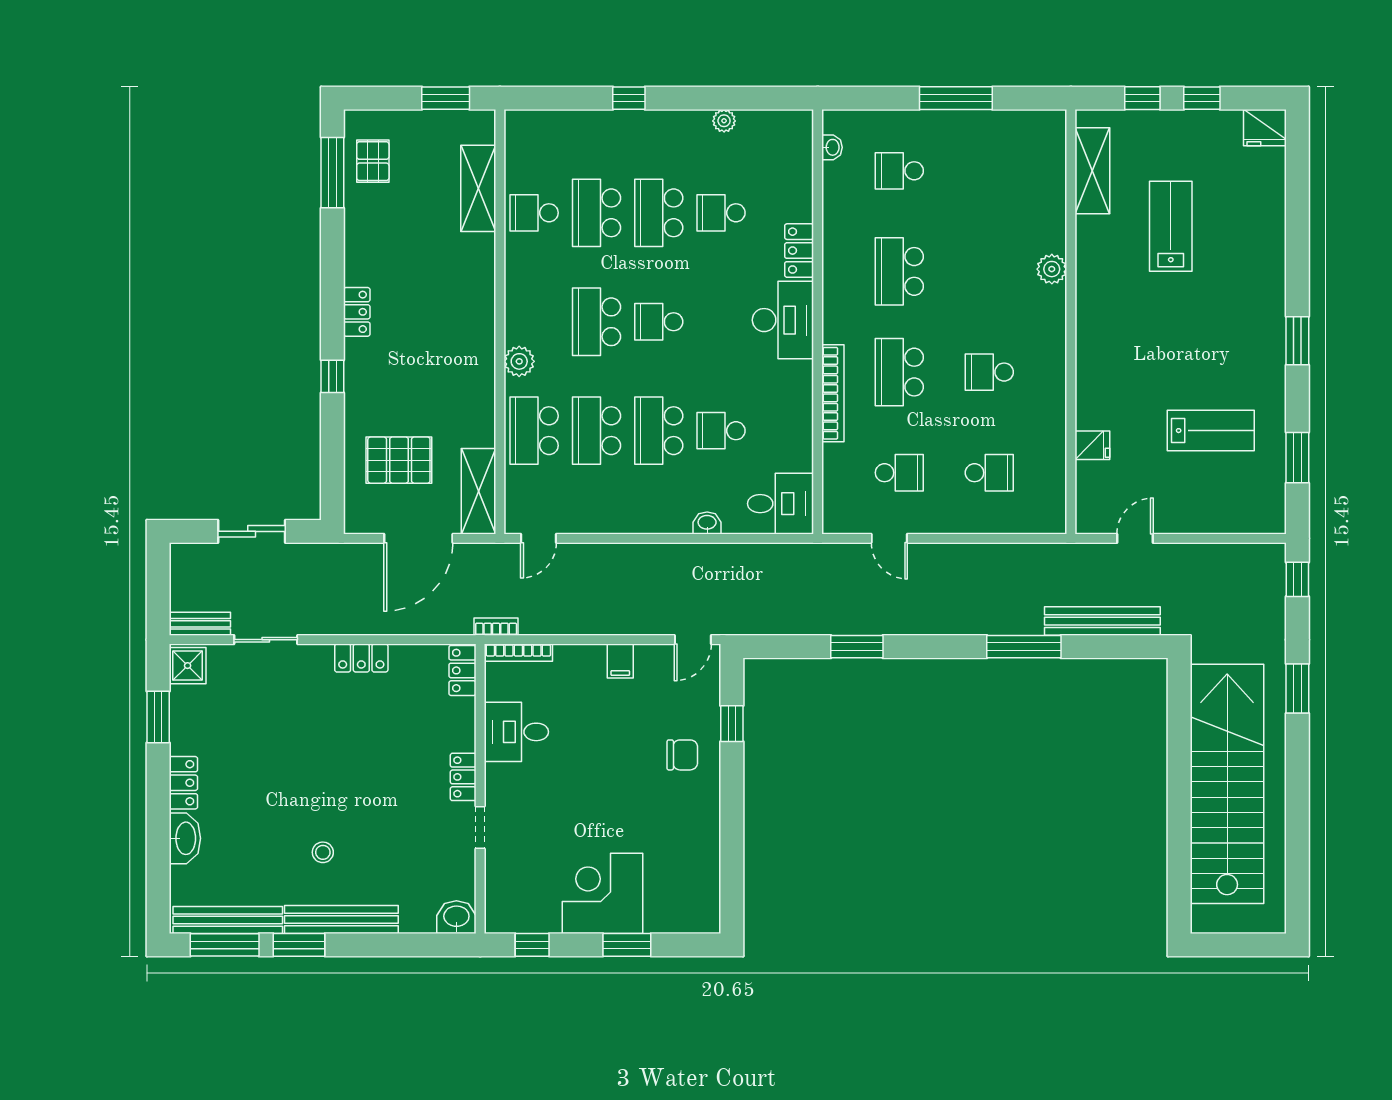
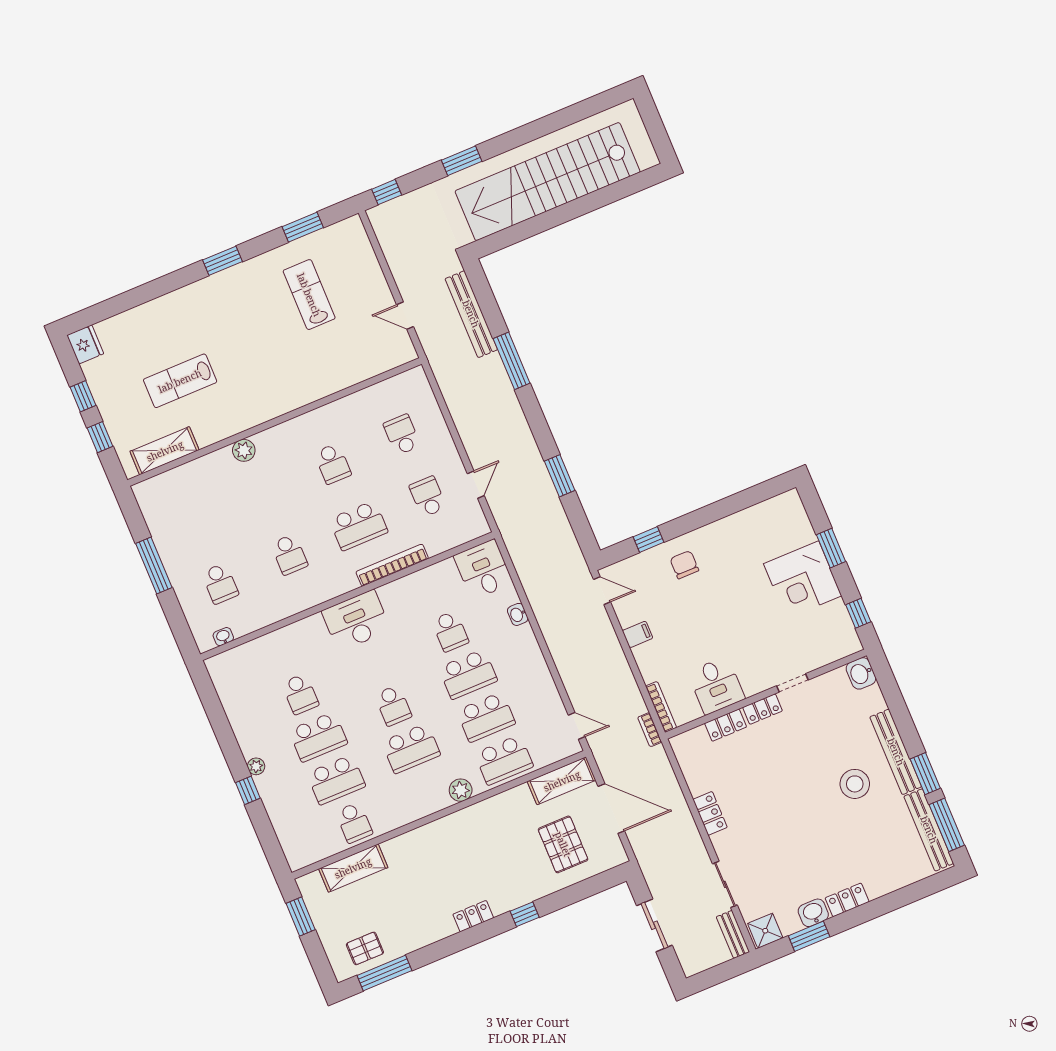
plant: (724, 121) -> (256, 766), moved
locker: (799, 251) -> (304, 629), removed
school desk: (899, 271) -> (289, 555), width x0.54
fridge: (1092, 445) -> (353, 372), removed
locker: (462, 670) -> (726, 725), moved
washbasin: (185, 838) -> (813, 913), moved, width x0.72
stool: (323, 852) -> (855, 784), width x1.89, depth x1.89

